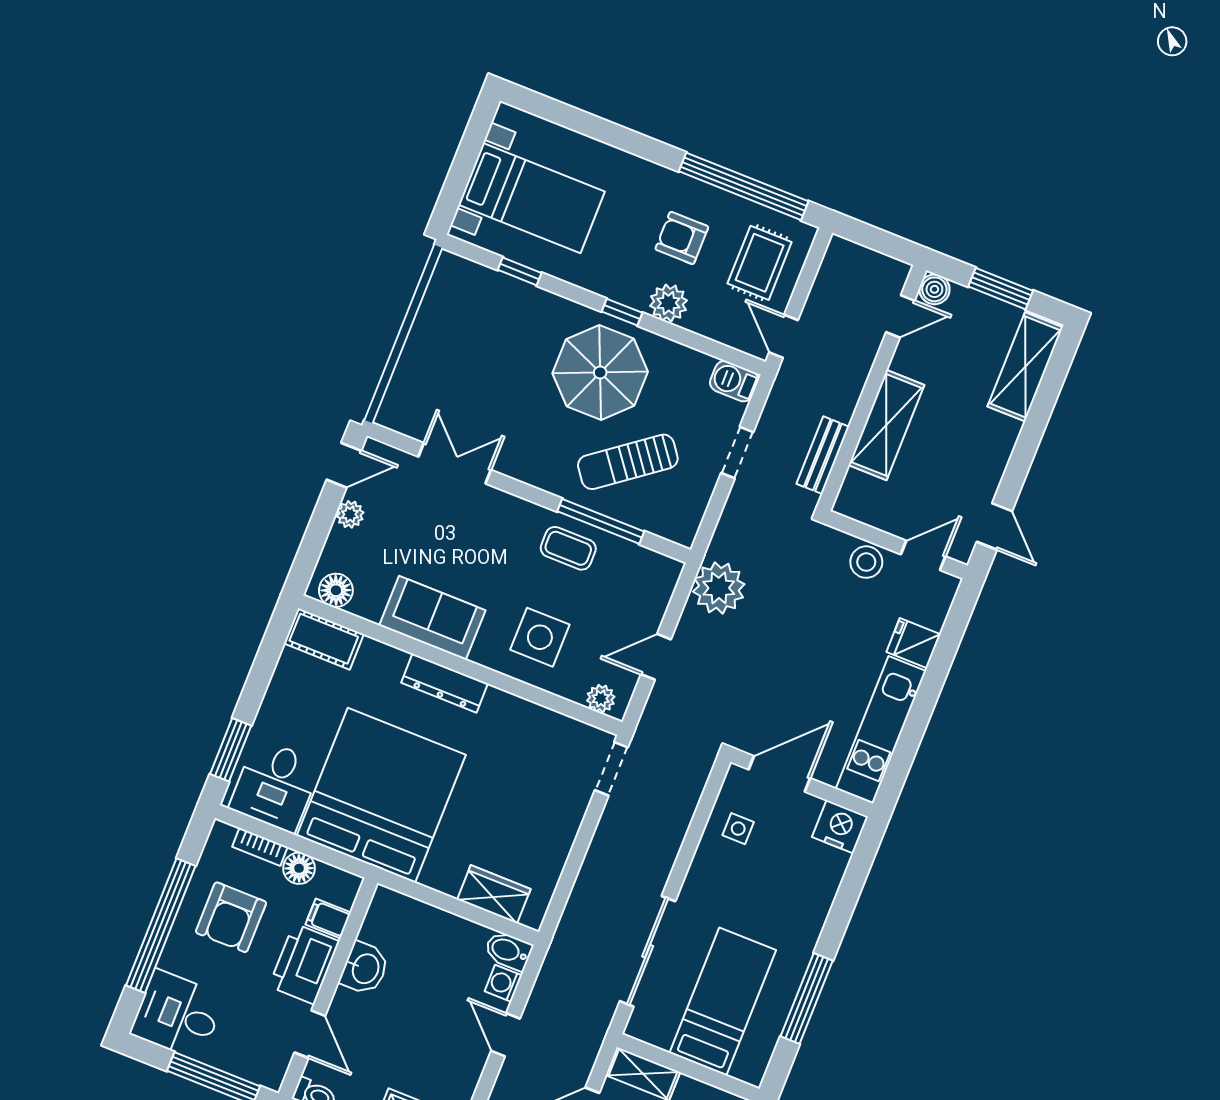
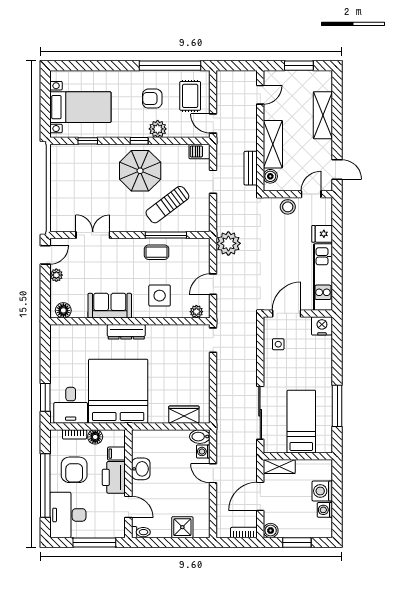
boiler: (934, 289) -> (270, 176), moved
shelving: (1025, 367) -> (323, 115), moved
cot: (324, 639) -> (66, 333), removed
desk: (178, 1015) -> (68, 515), width x1.37

